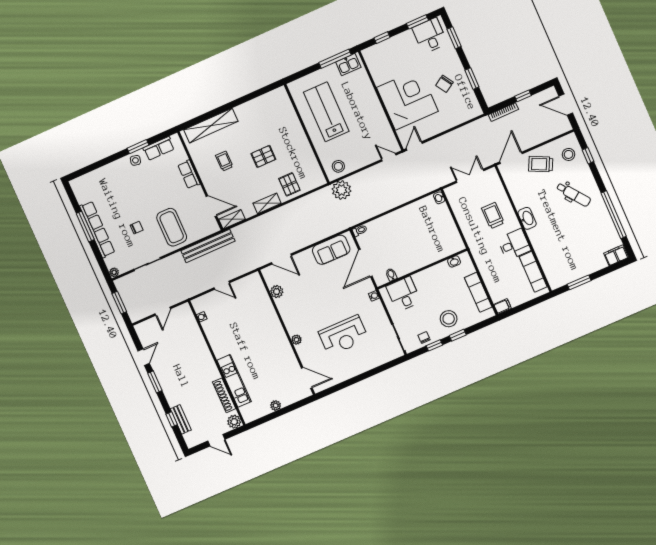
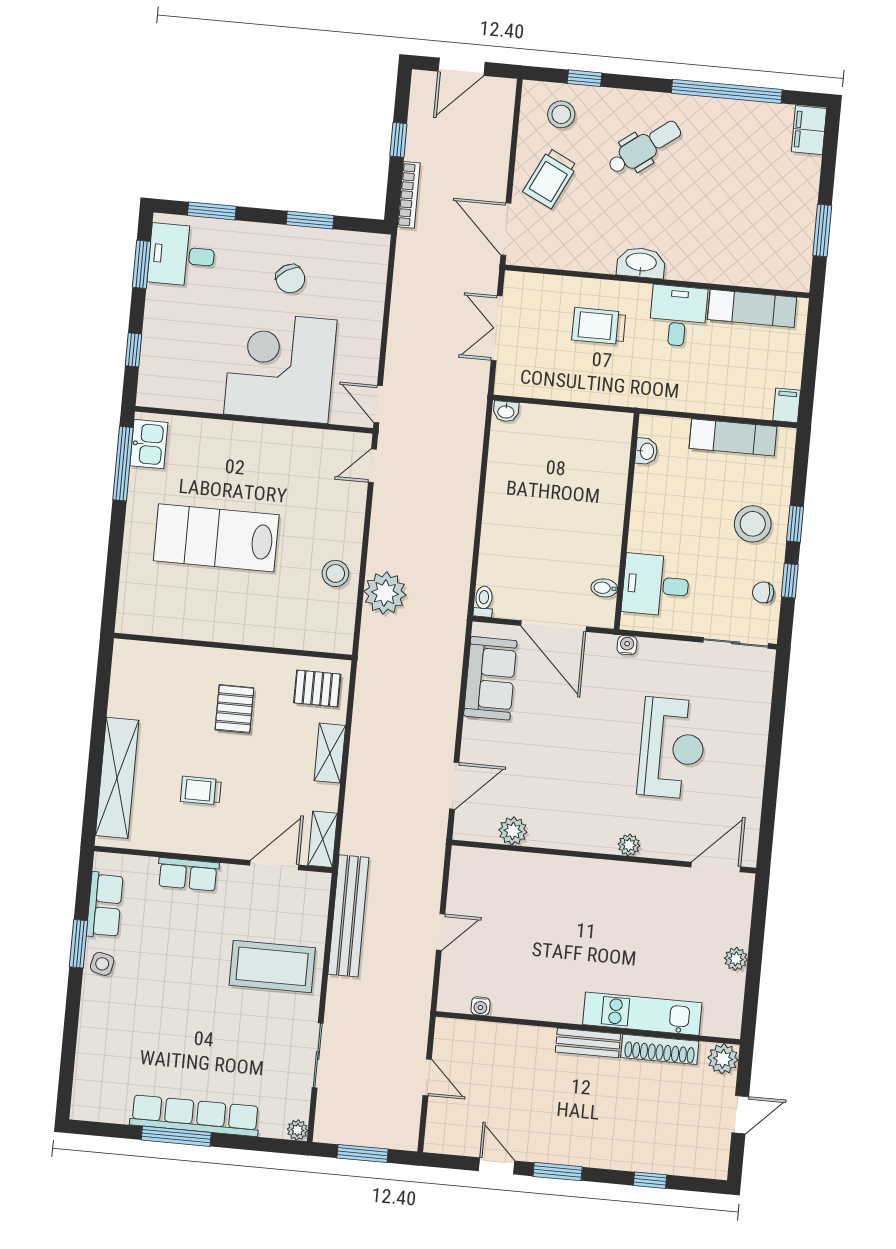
wall: (307, 134) -> (233, 647), moved
chair: (137, 228) -> (235, 1036), removed
bench: (181, 419) -> (588, 1043), moved

